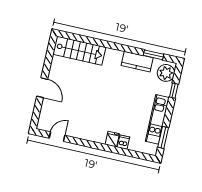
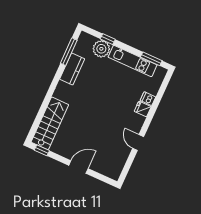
window: (51, 49) -> (42, 150), added
window: (153, 55) -> (69, 52), width x1.44
plant: (166, 73) -> (101, 49), moved
door: (57, 137) -> (138, 143), moved

